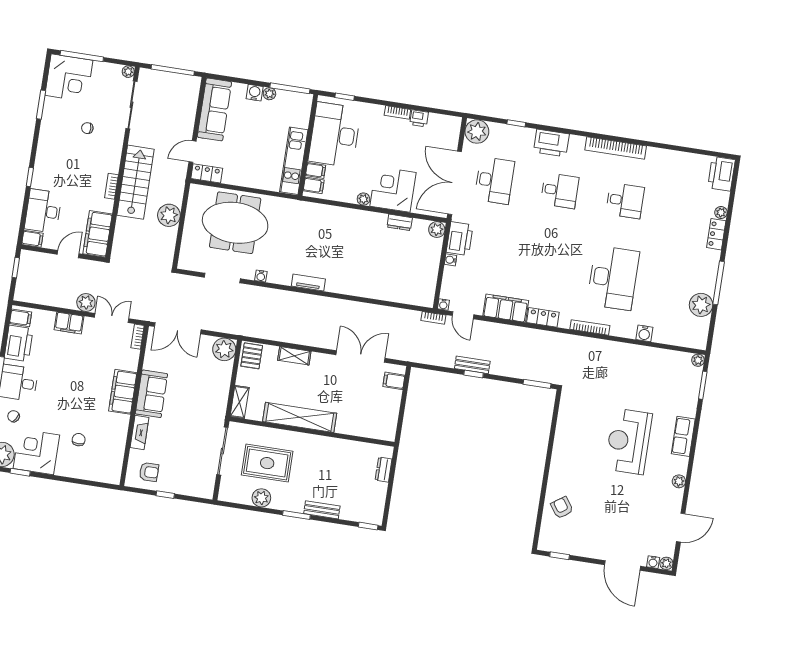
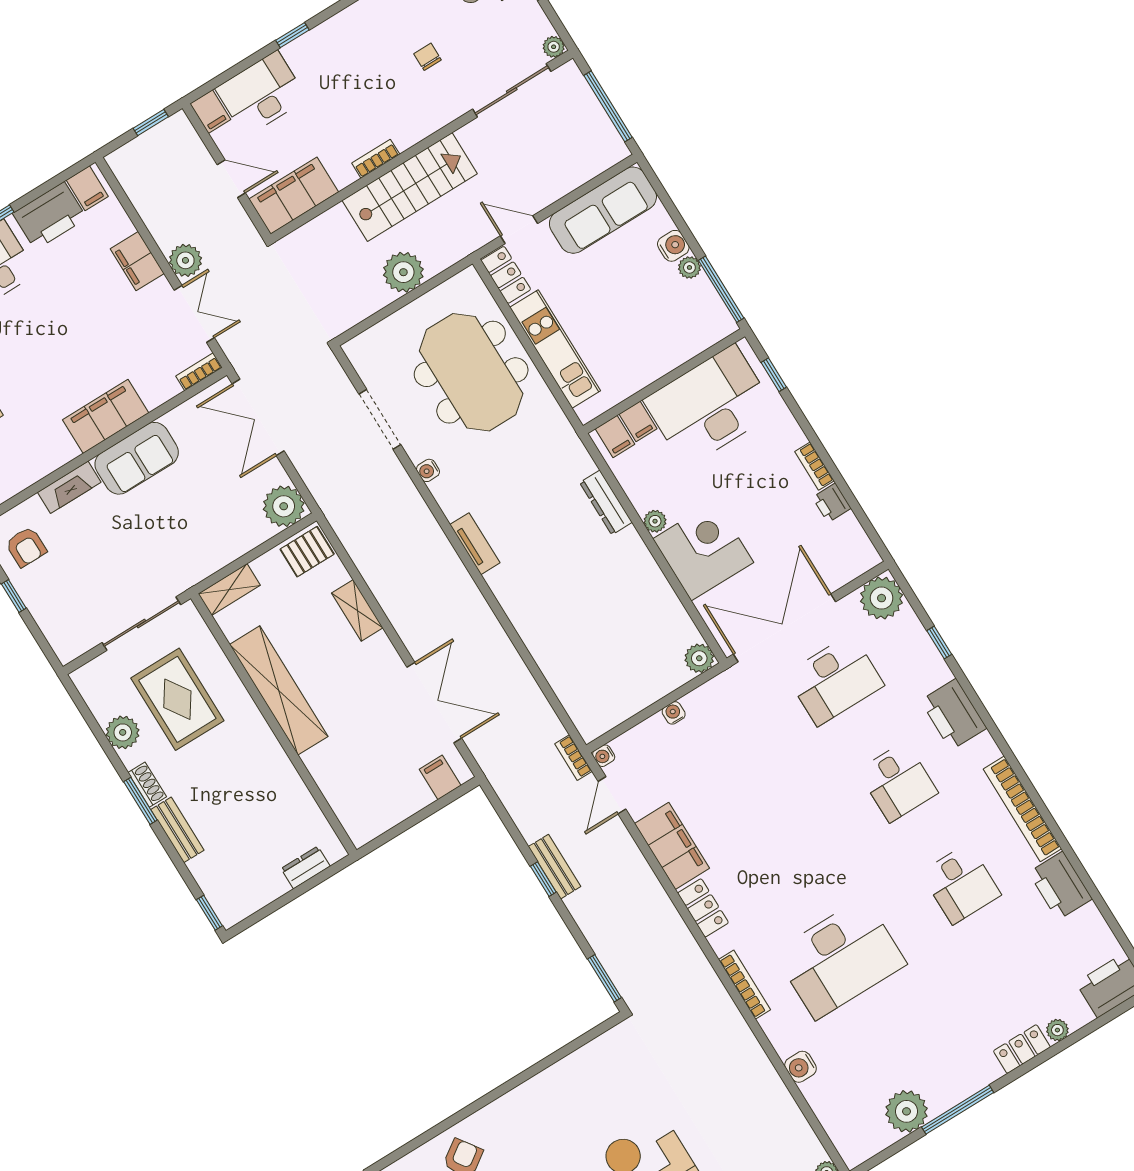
kitchen unit: (294, 161) -> (555, 349), moved, turned 90
dresser: (400, 222) -> (606, 502), moved, width x1.44
printer: (460, 239) -> (1060, 886), moved, turned 90
shoe rack: (292, 506) -> (147, 785), added

